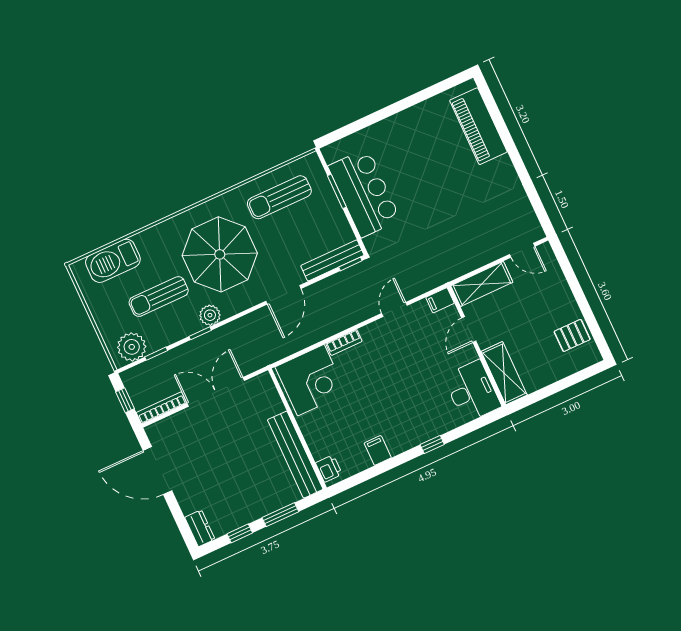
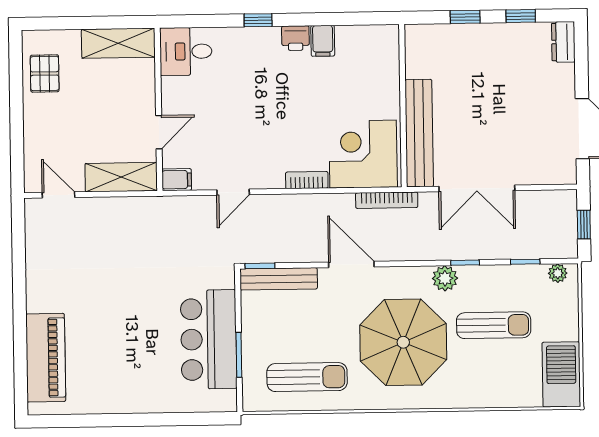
barbecue: (113, 261) -> (561, 374), moved, turned -90
door: (283, 295) -> (351, 264), hinge flipped
pallet: (572, 335) -> (45, 73), turned 90
plant: (132, 347) -> (558, 273), width x0.53, depth x0.53
shelving: (504, 373) -> (118, 43), moved, turned 90
desk: (472, 391) -> (186, 51), width x0.73
bookcase: (161, 408) -> (387, 200), moved
bench: (295, 455) -> (419, 133), moved
printer: (329, 469) -> (295, 38), moved, turned -90
window: (280, 515) -> (465, 17), width x0.67

